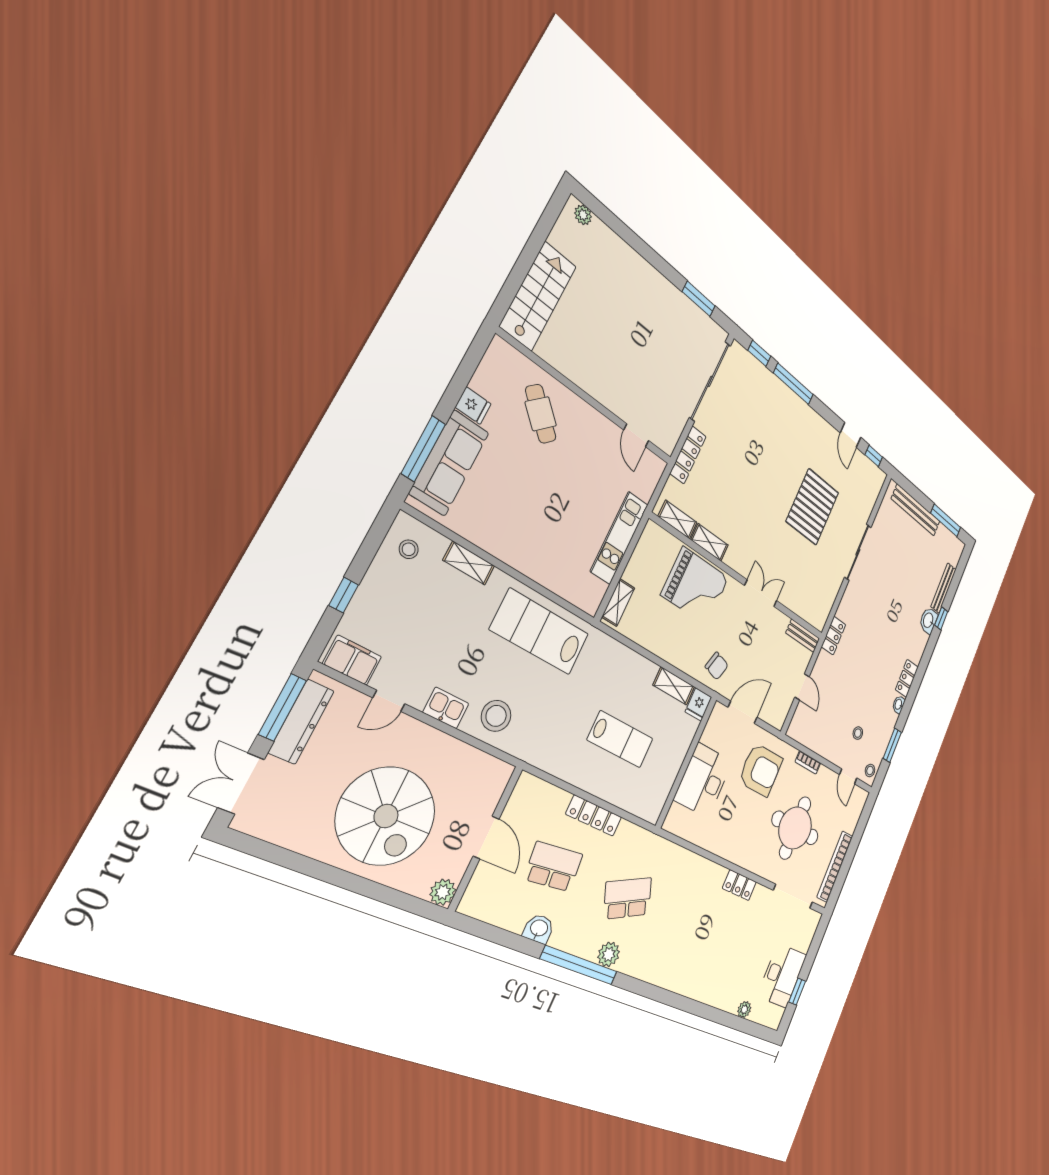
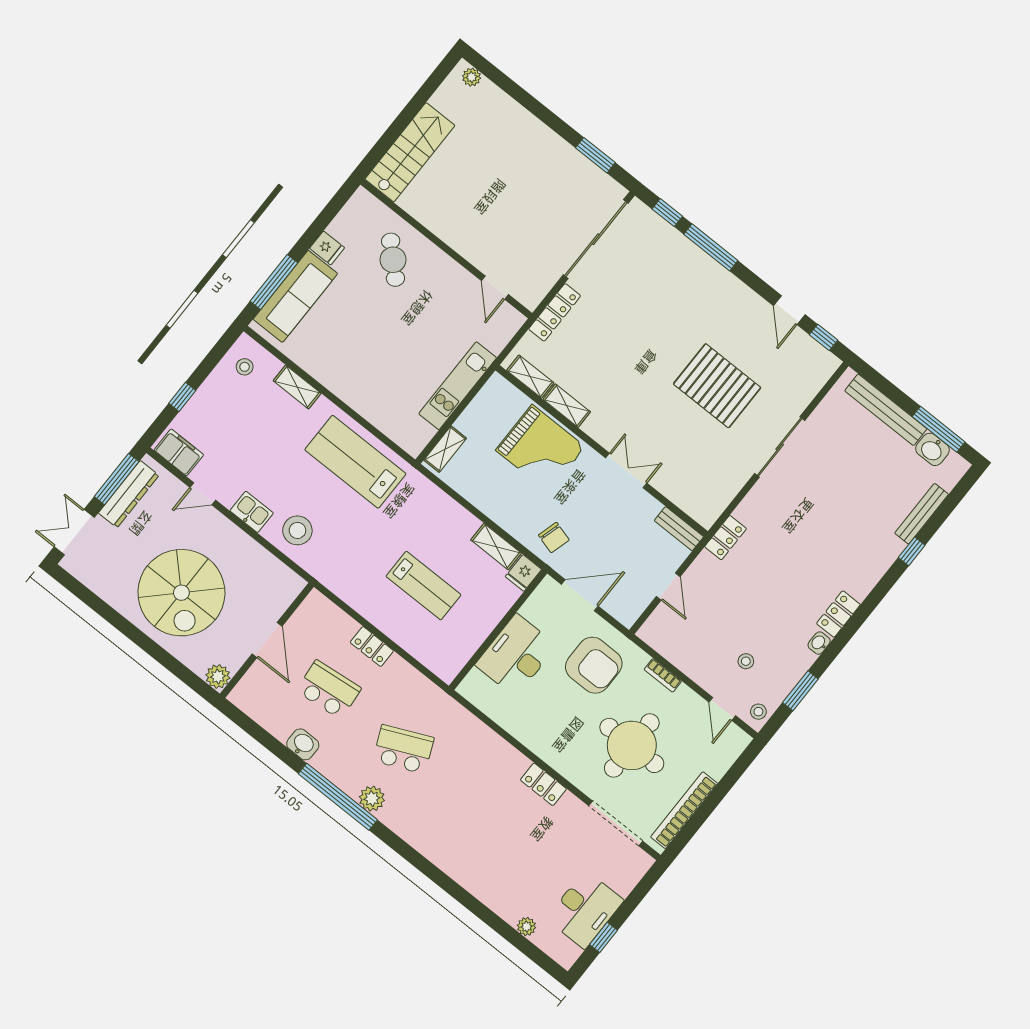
pallet: (812, 507) -> (717, 386), turned 90
washbasin: (928, 620) -> (932, 449), moved, turned -90
locker: (594, 816) -> (372, 647), width x0.66

